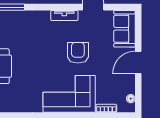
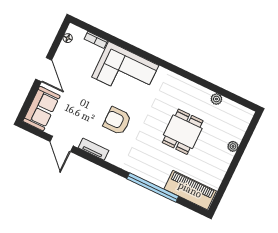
armchair: (78, 53) -> (117, 121), moved, turned 90
door: (138, 62) -> (44, 70), hinge flipped

